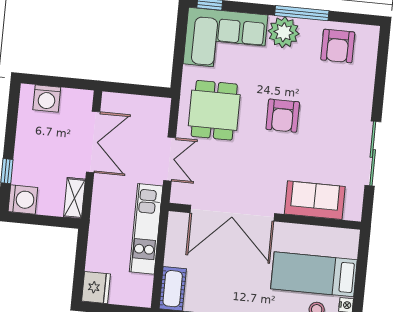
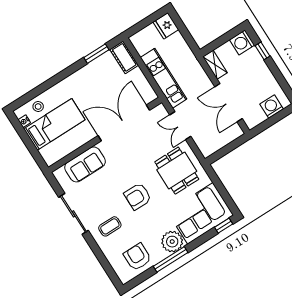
coffee table: (342, 106) -> (110, 226), added
armchair: (283, 116) -> (138, 196), turned -90

